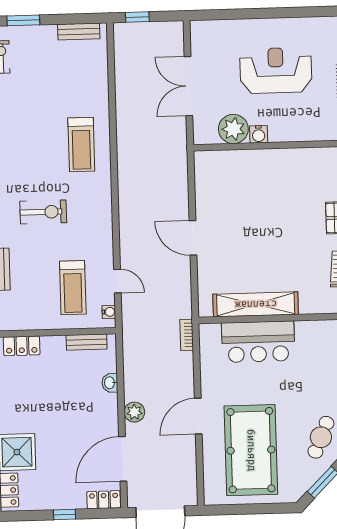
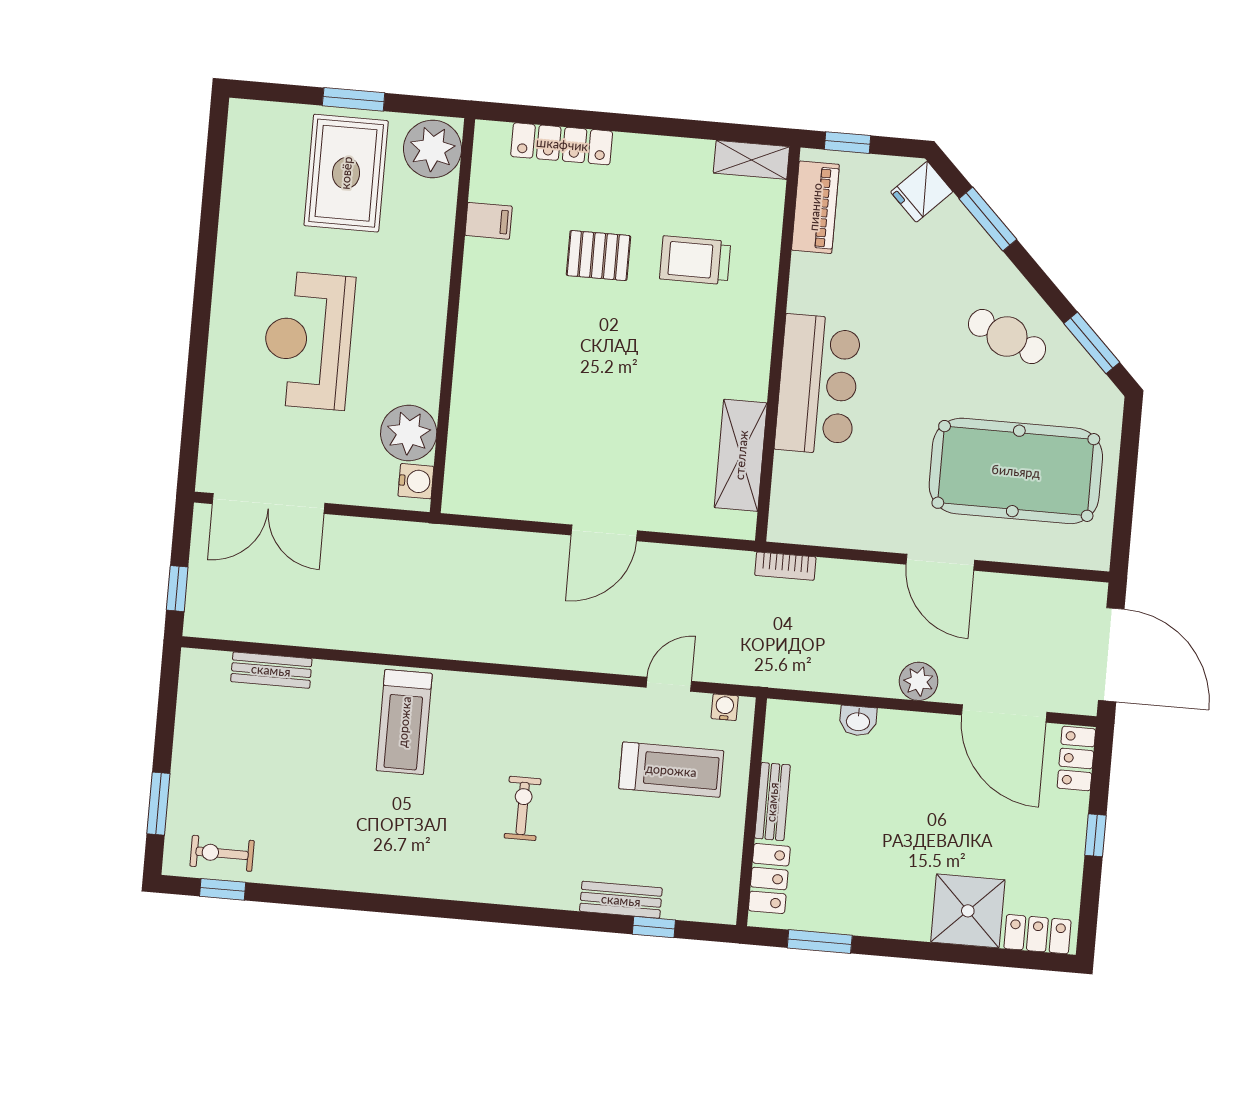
bench: (79, 32) -> (271, 670), moved, turned 90
double door: (188, 86) -> (269, 504), moved
water cooler: (259, 134) -> (416, 481), moved
treadmill: (81, 144) -> (404, 722), turned 90
exercise bike: (43, 212) -> (523, 808), width x0.73, depth x0.72
shelving: (256, 304) -> (741, 455), width x0.68
bench: (87, 342) -> (772, 802), moved
bar counter: (258, 342) -> (818, 385), moved

